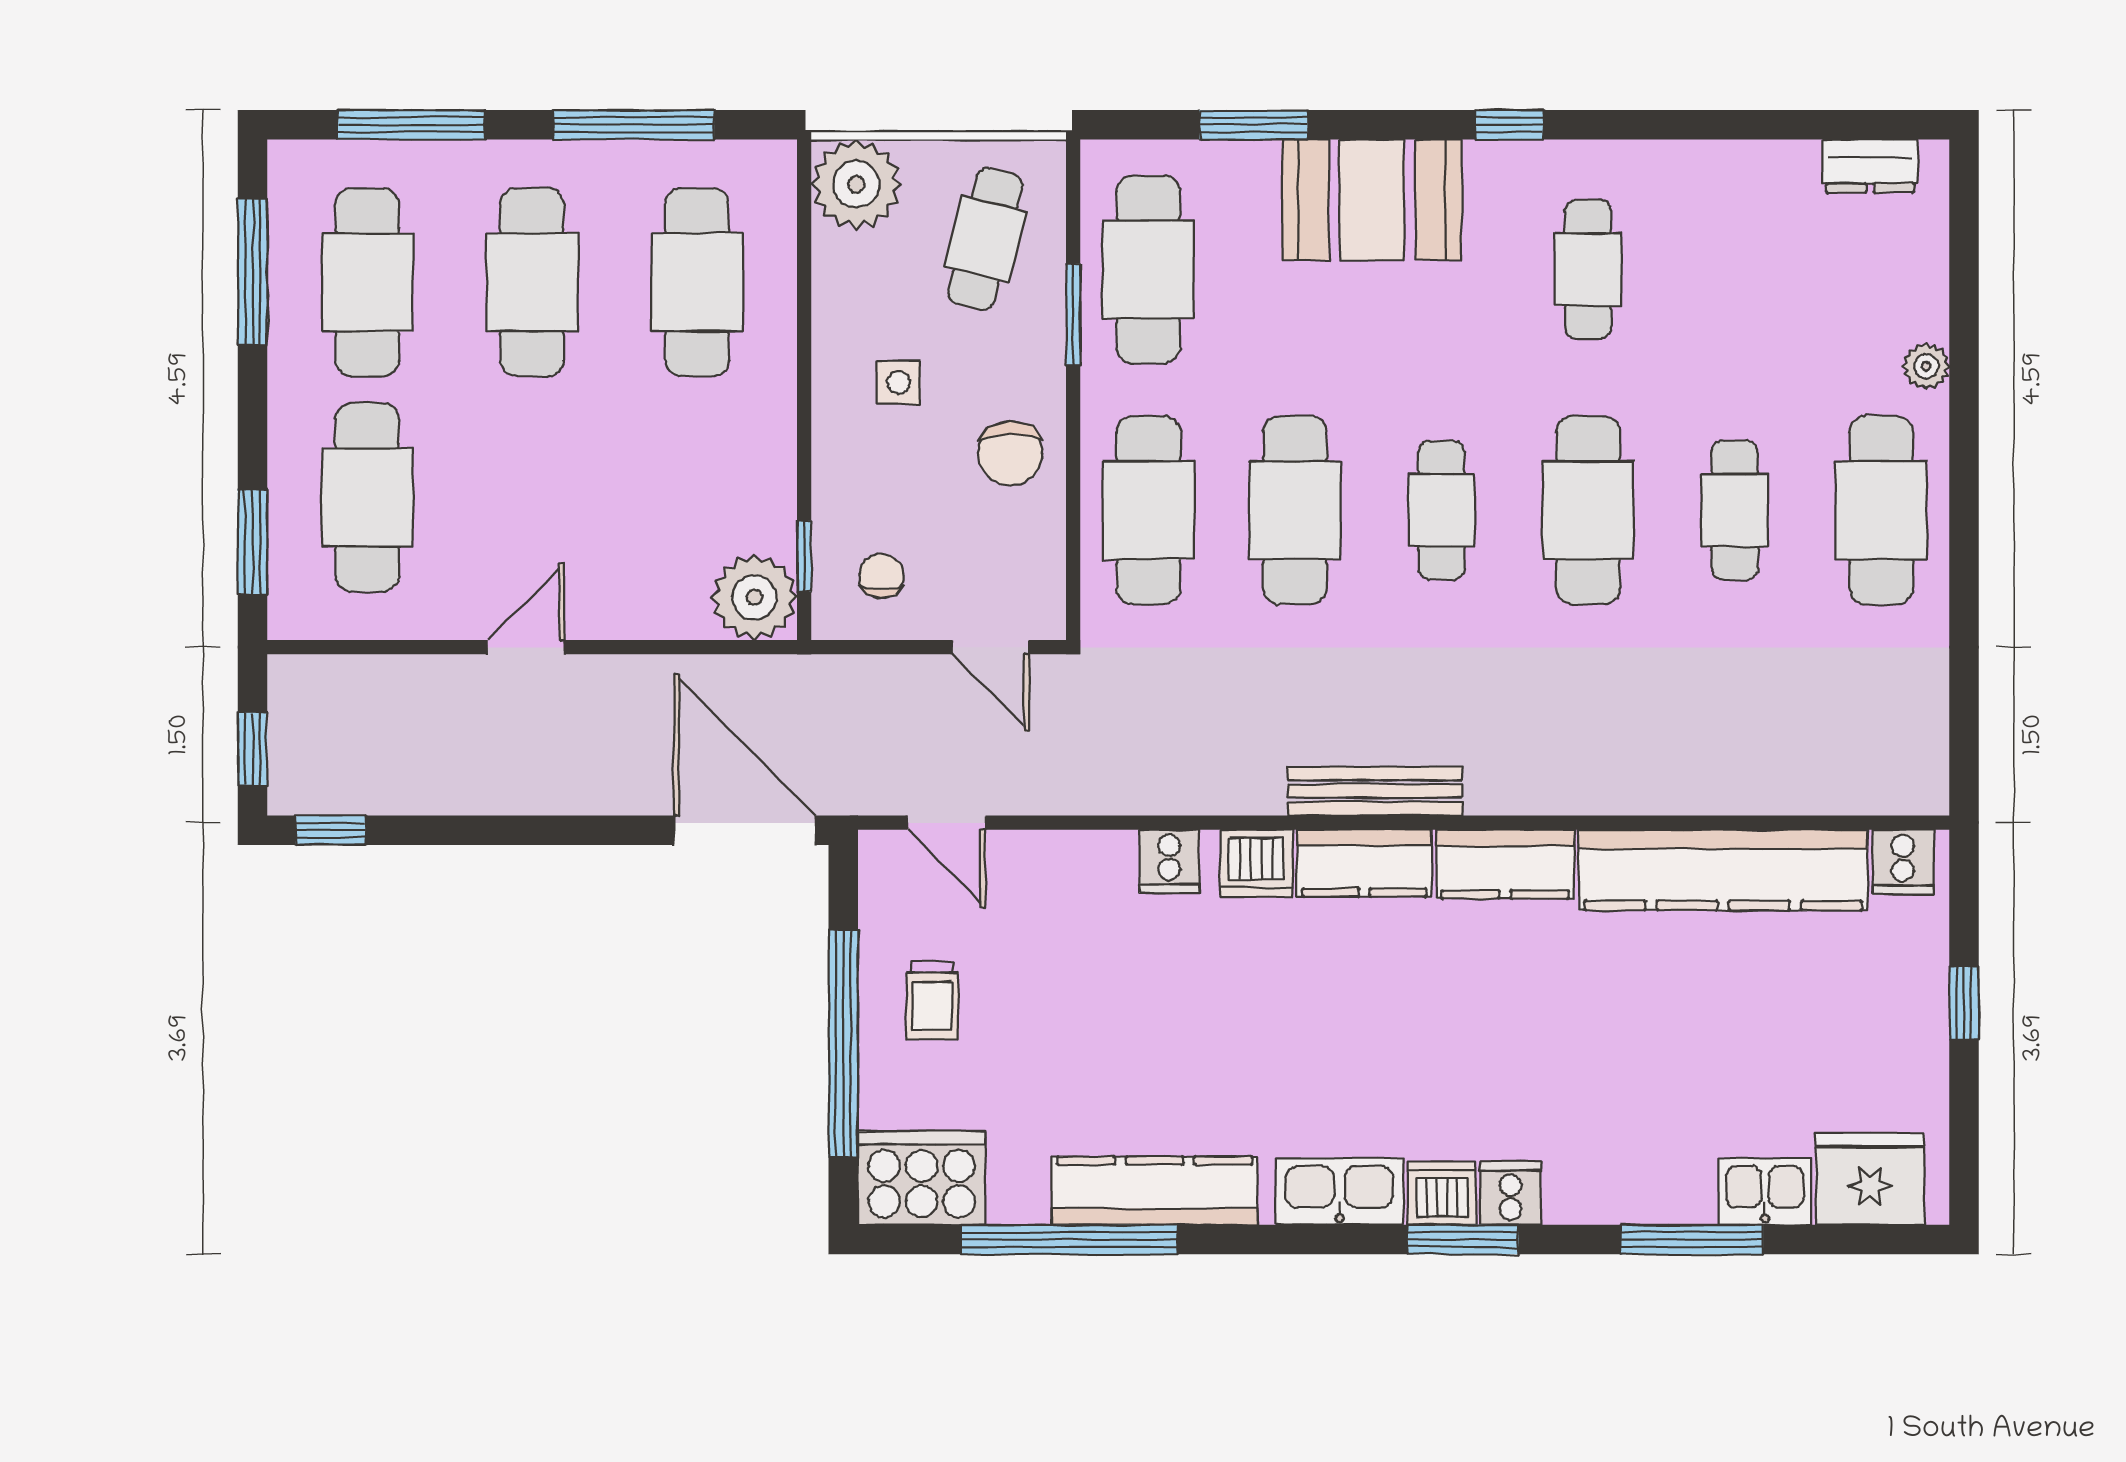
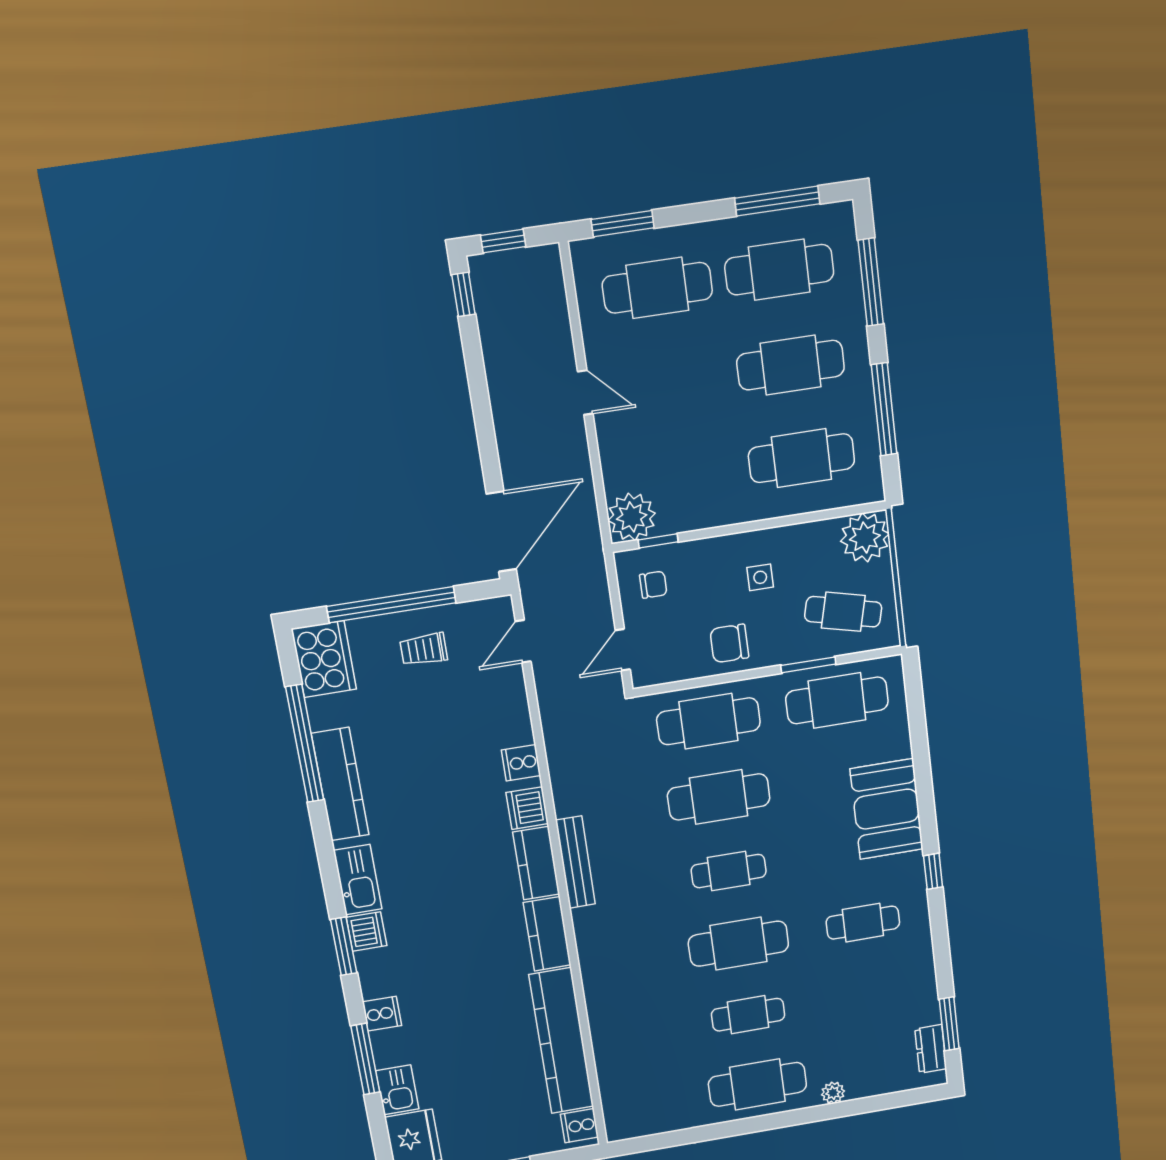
window: (1254, 125) -> (949, 1024), moved
cooker: (1510, 1193) -> (382, 1014), moved

